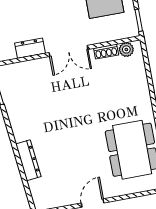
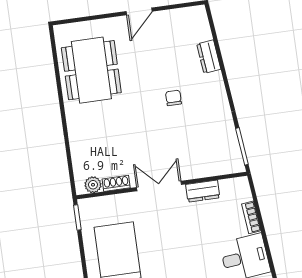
chair: (59, 129) -> (173, 98), added
dresser: (28, 160) -> (209, 57), width x0.70

